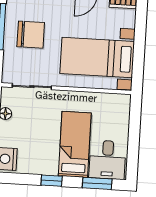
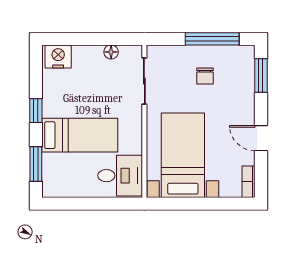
chair: (31, 35) -> (205, 76), width x0.54, depth x0.54
desk: (107, 160) -> (120, 176), moved, turned 180

